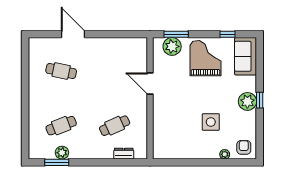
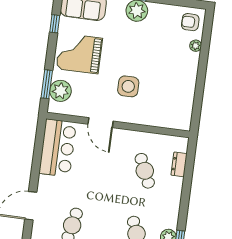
bar counter: (124, 50) -> (58, 148), added
door: (150, 84) -> (101, 123), hinge flipped
side table: (211, 122) -> (128, 86), moved

